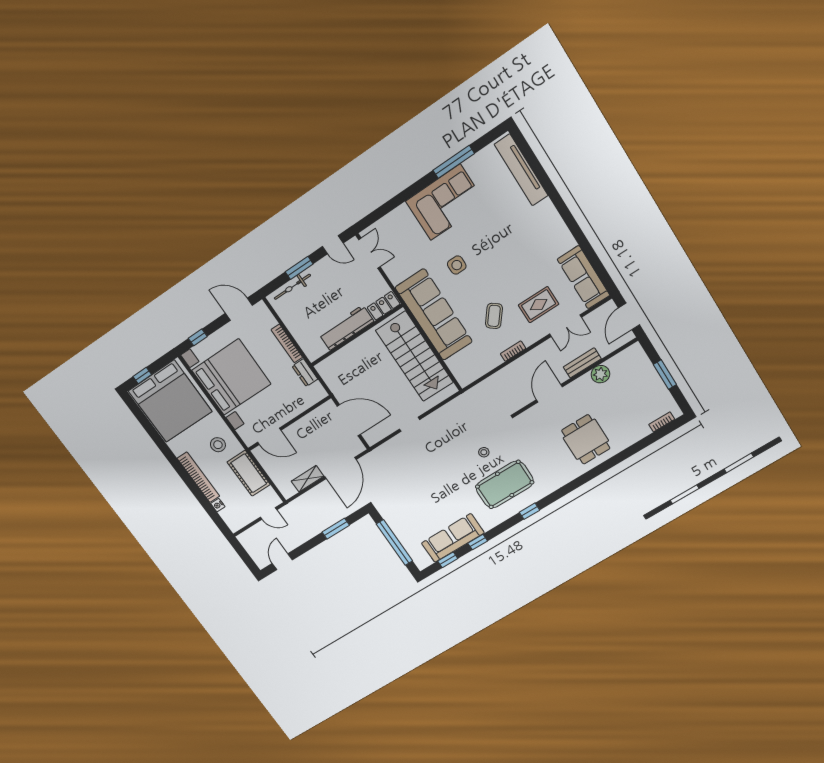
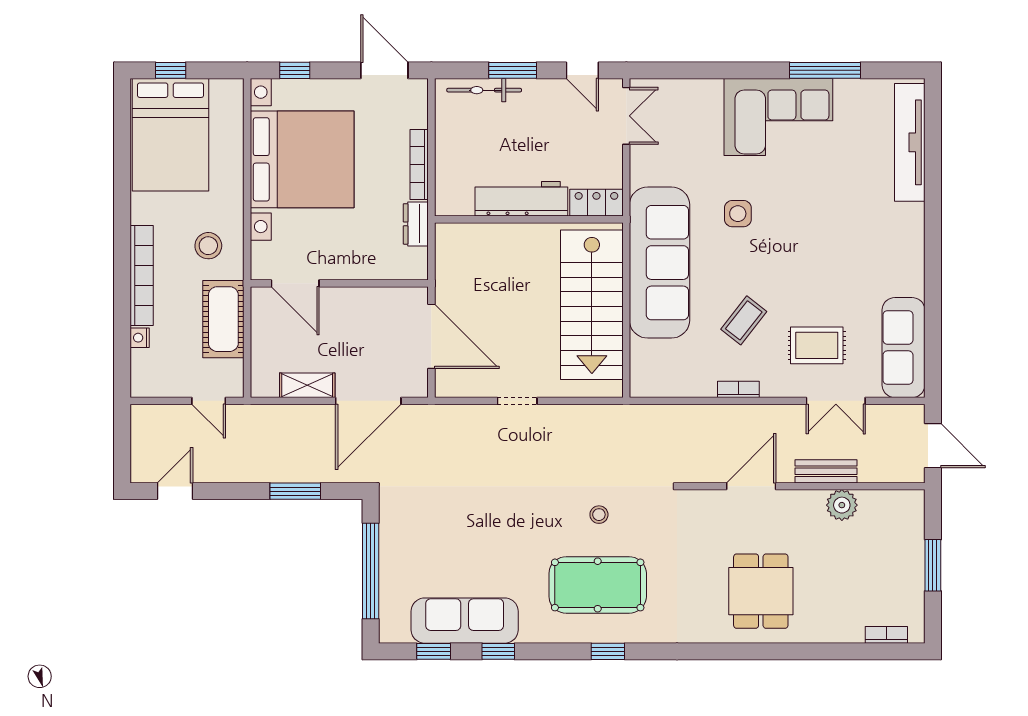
door: (629, 316) -> (933, 446), swing flipped
bed: (170, 401) -> (171, 135), width x0.73

